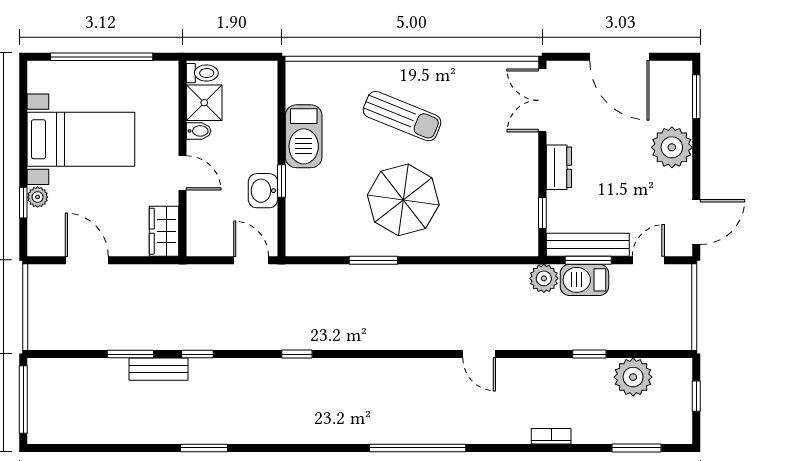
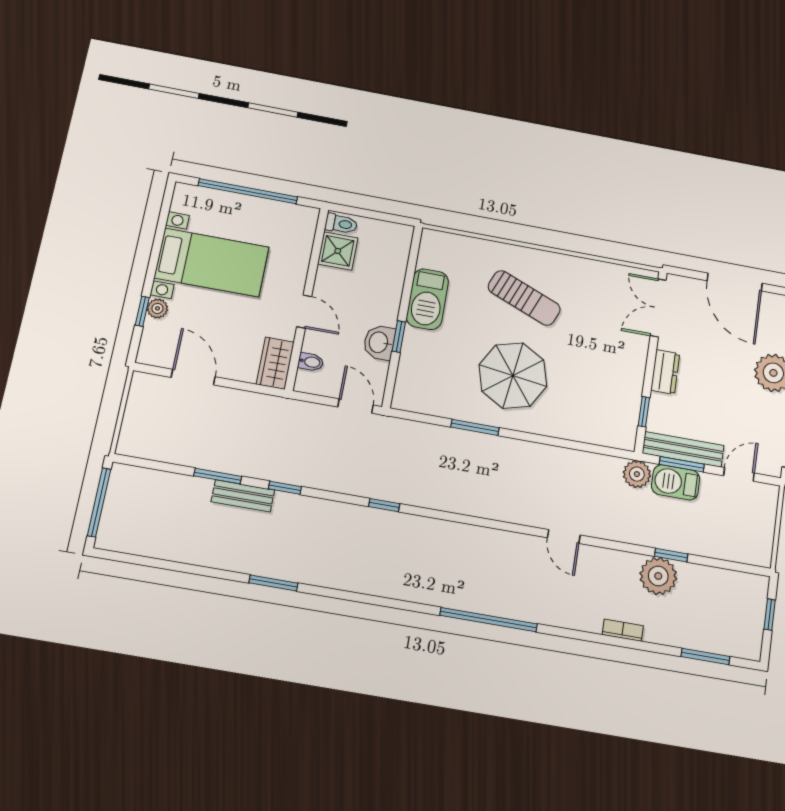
bidet: (199, 131) -> (311, 362), moved
plant: (633, 377) -> (658, 576), moved

